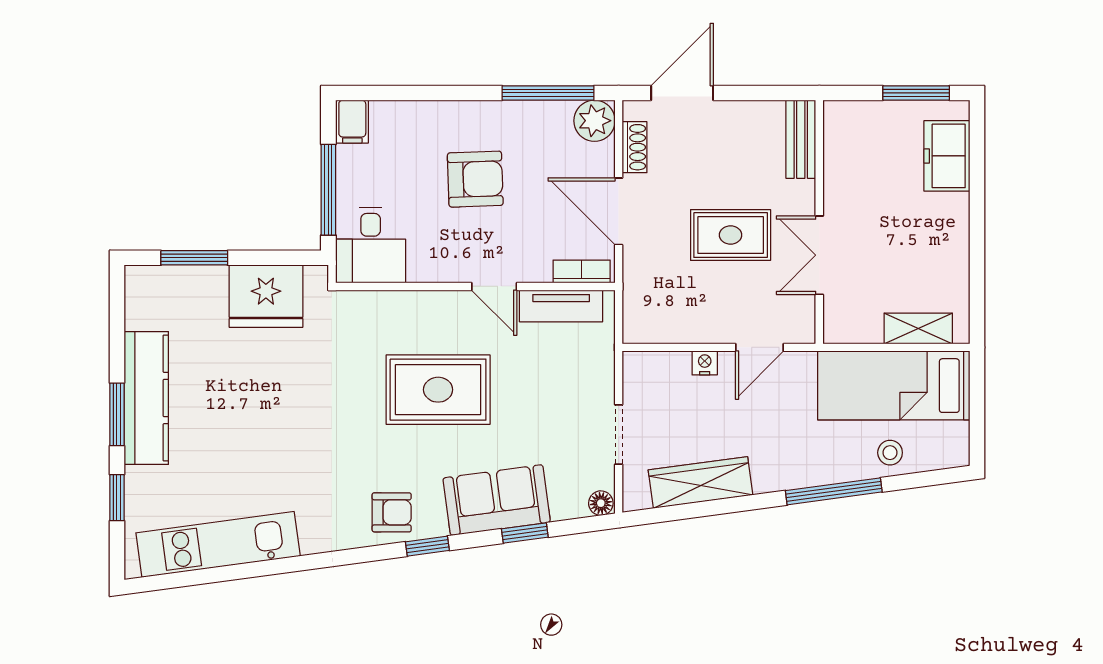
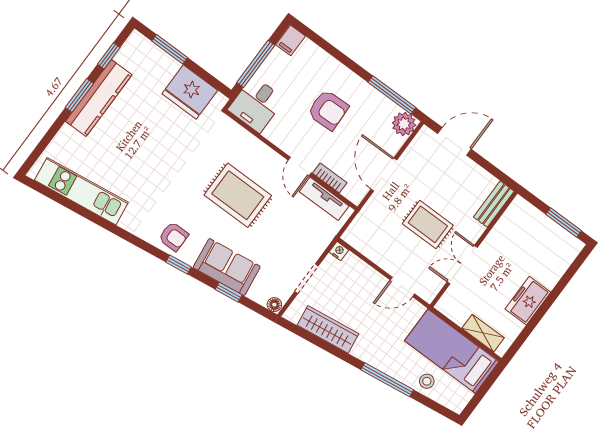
shoe rack: (635, 147) -> (413, 150), removed
freezer: (947, 156) -> (528, 301), moved
bookcase: (582, 271) -> (330, 178), moved
nightstand: (705, 363) -> (339, 251), moved
window: (117, 498) -> (109, 56), moved

